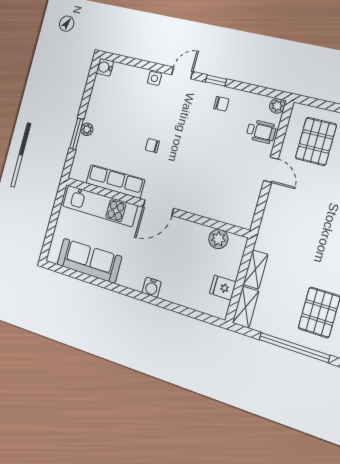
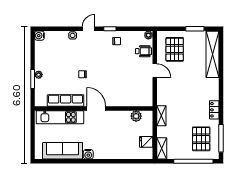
door: (158, 208) -> (96, 109), swing flipped
shelving: (256, 269) -> (161, 116), moved
water cooler: (152, 287) -> (88, 154), moved

